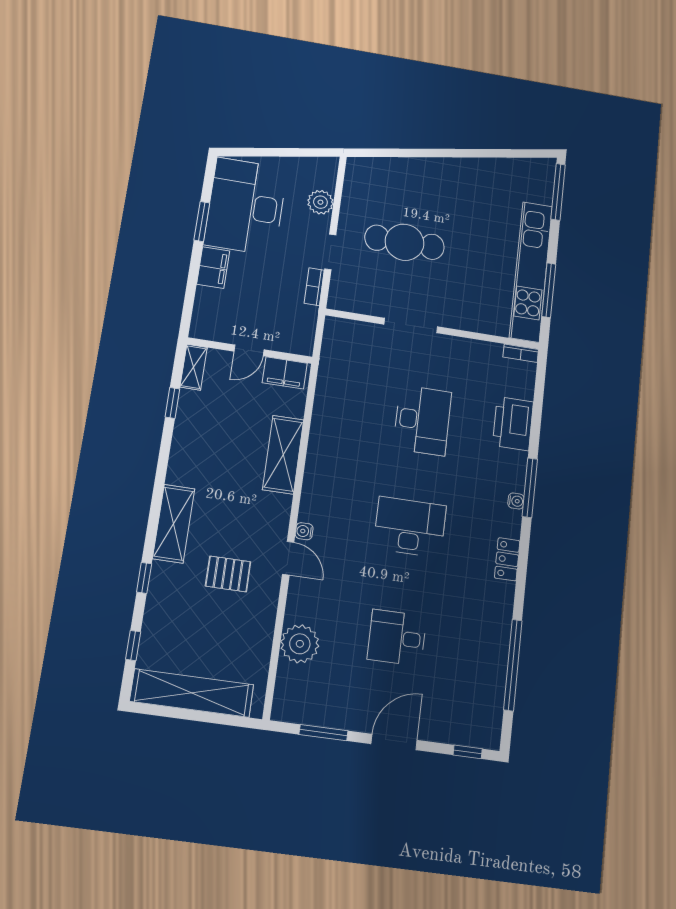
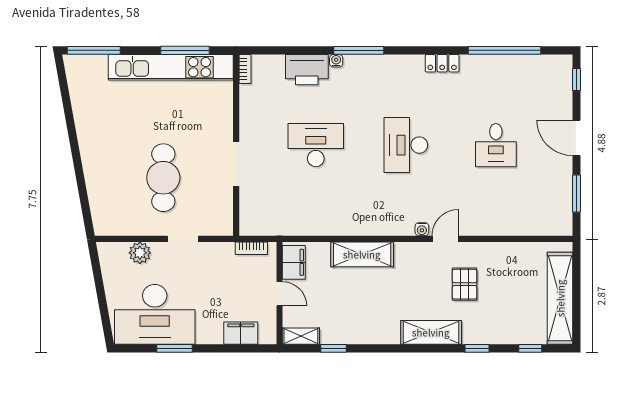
filing cabinet: (213, 268) -> (241, 333), moved
bookcase: (314, 287) -> (251, 248), moved
water cooler: (516, 501) -> (336, 61), moved
locker: (507, 559) -> (442, 63), moved
plant: (300, 644) -> (511, 221), removed

